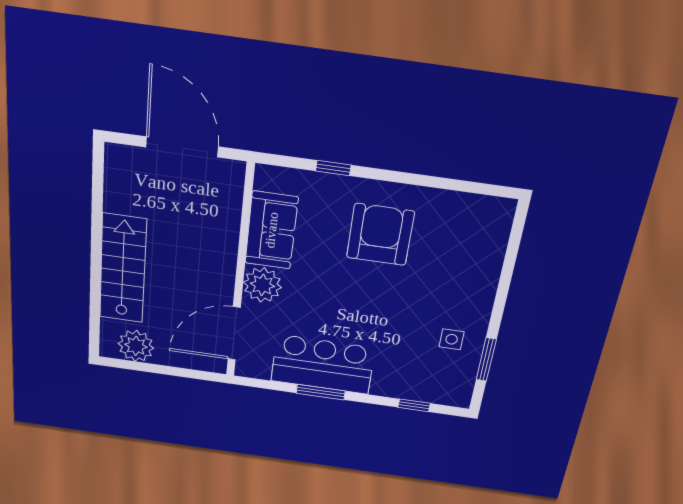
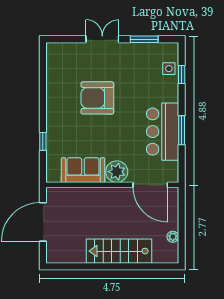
armchair: (380, 235) -> (97, 98), moved
double door: (502, 295) -> (102, 39), added
side table: (452, 339) -> (169, 69), moved
plant: (136, 346) -> (173, 237), width x0.53, depth x0.53

